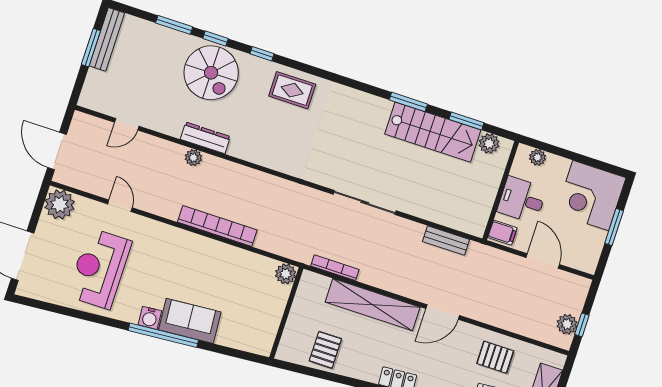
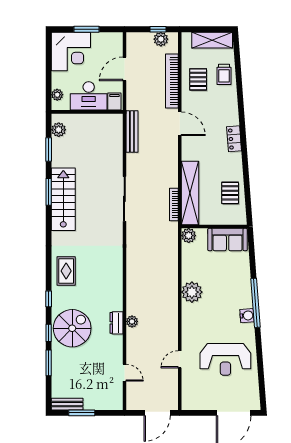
bench: (107, 39) -> (67, 404), width x0.73
stairs: (433, 132) -> (63, 199), moved
dresser: (205, 138) -> (116, 323), width x0.70
desk: (522, 200) -> (89, 96), width x1.37
plant: (60, 204) -> (192, 292), moved
bookcase: (217, 226) -> (172, 81), moved
bench: (446, 241) -> (132, 131), width x1.36
shelving: (373, 305) -> (190, 193), moved
sofa: (190, 321) -> (228, 240), moved, turned -86
pallet: (325, 350) -> (230, 193), turned 90

